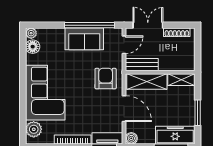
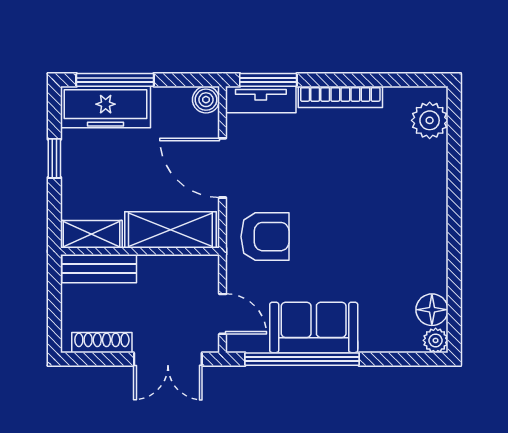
door: (124, 45) -> (223, 314), swing flipped
bench: (142, 65) -> (99, 269), moved
armchair: (106, 79) -> (265, 237), turned -90
corner sofa: (45, 93) -> (403, 204), removed
window: (198, 113) -> (54, 158), width x0.67

